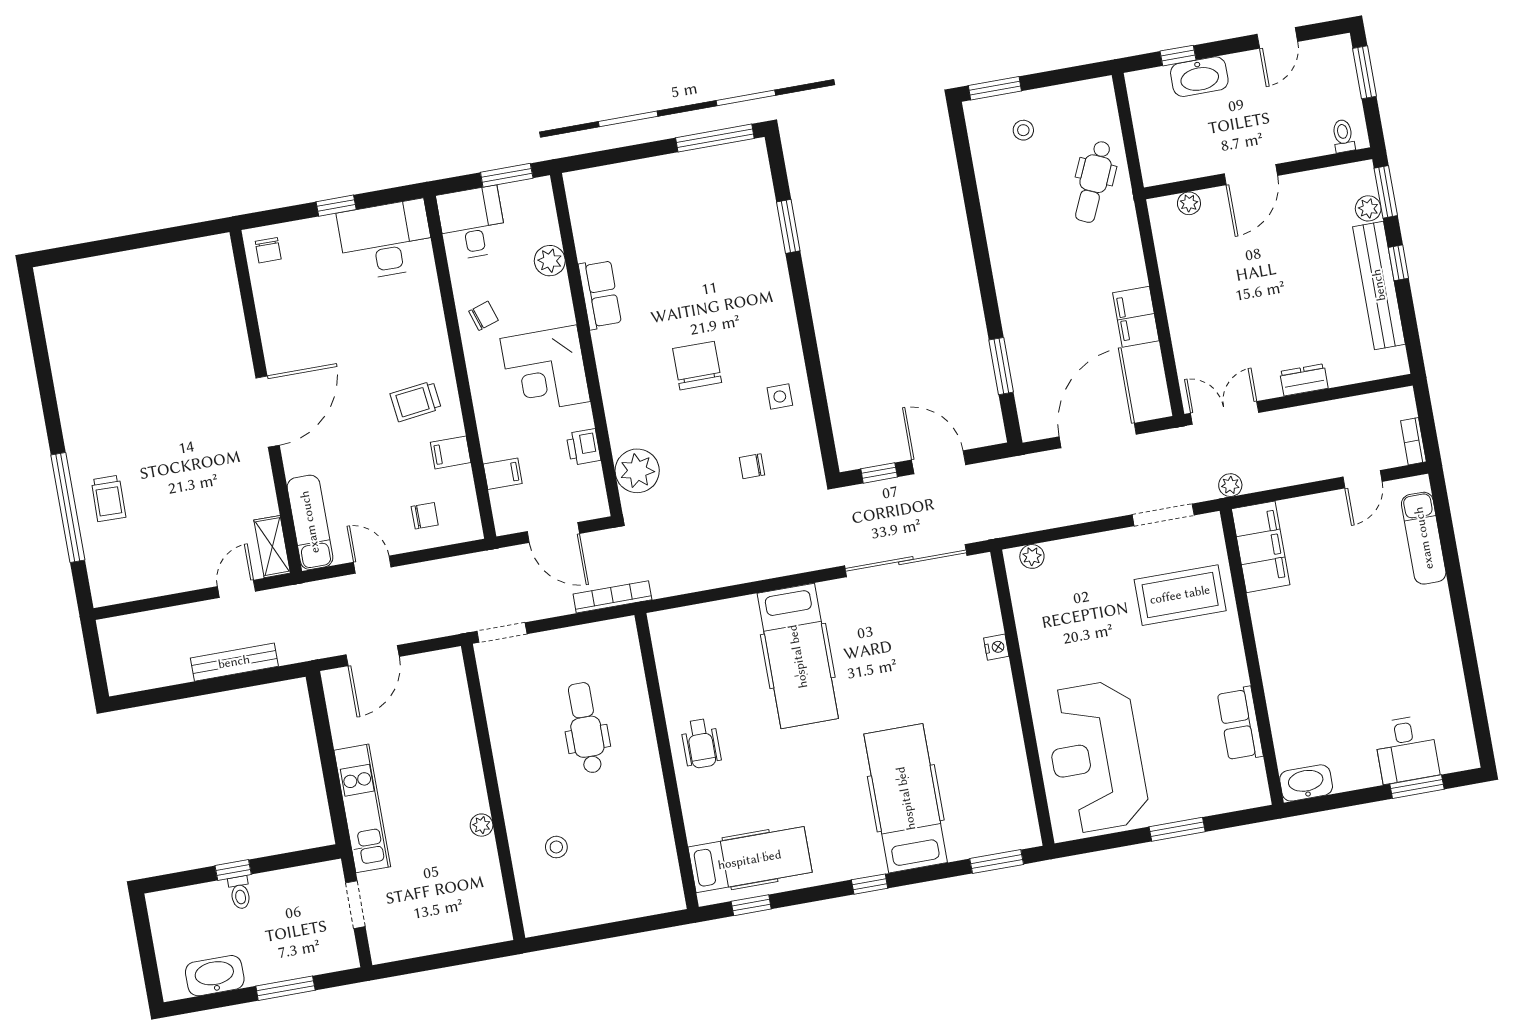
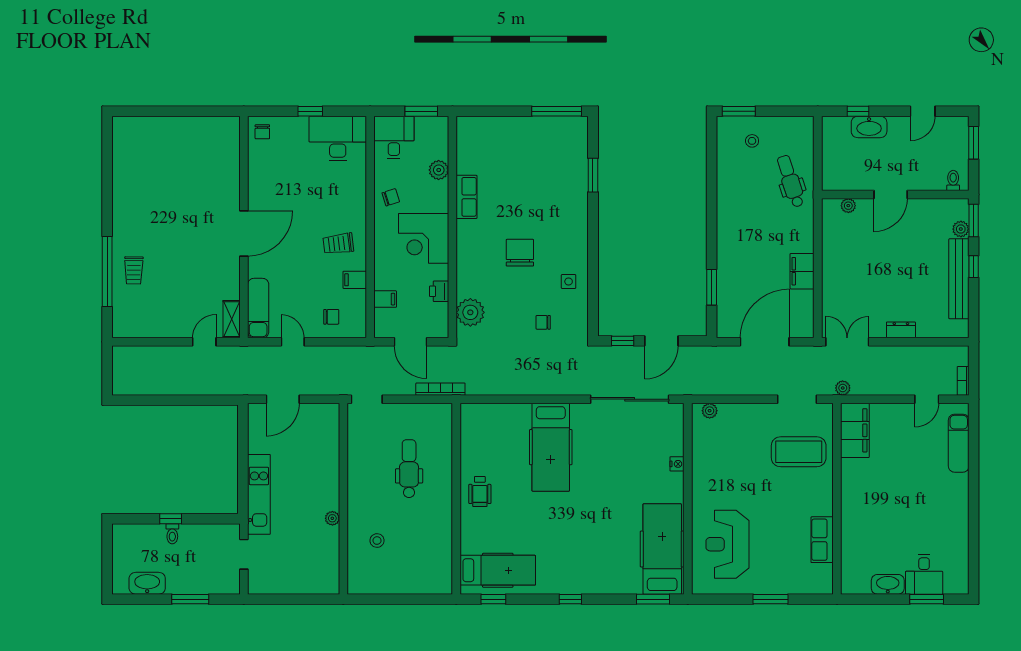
dental chair: (1094, 182) -> (791, 181), turned 138
door: (939, 462) -> (661, 341), swing flipped
bench: (234, 662) -> (195, 388), removed
reception desk: (1096, 757) -> (728, 544), width x0.74, depth x0.77
washbasin: (1306, 783) -> (888, 584), moved
hospital bed: (906, 798) -> (662, 549), moved

